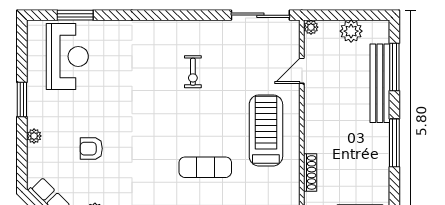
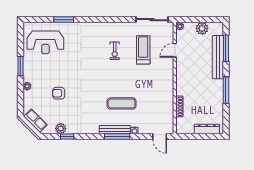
window: (75, 15) -> (64, 20), moved
reception desk: (67, 56) -> (45, 42), turned 90
treadmill: (266, 130) -> (143, 50), moved, width x0.73, depth x0.73

